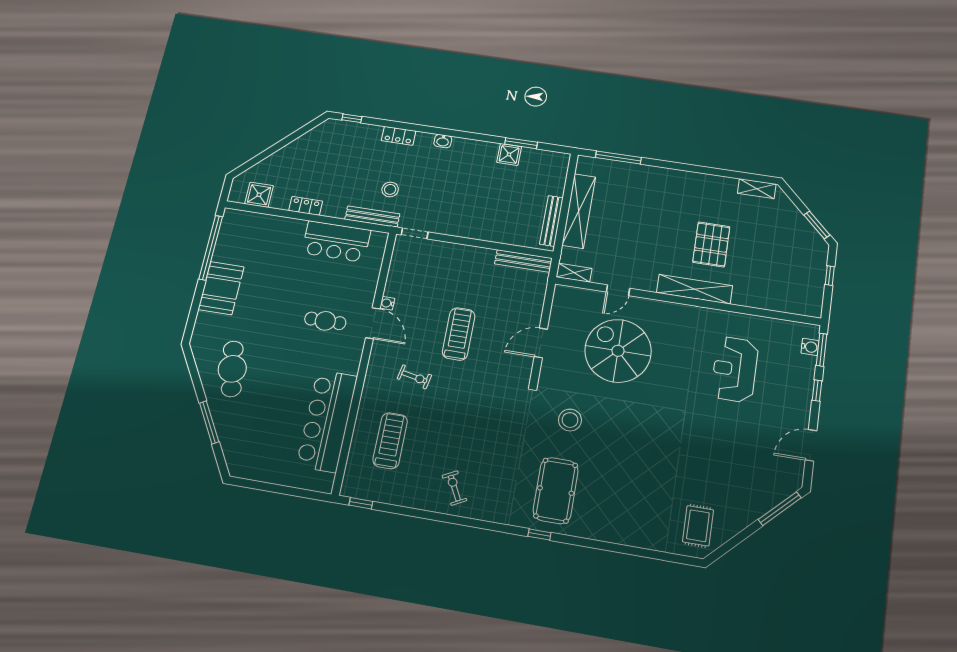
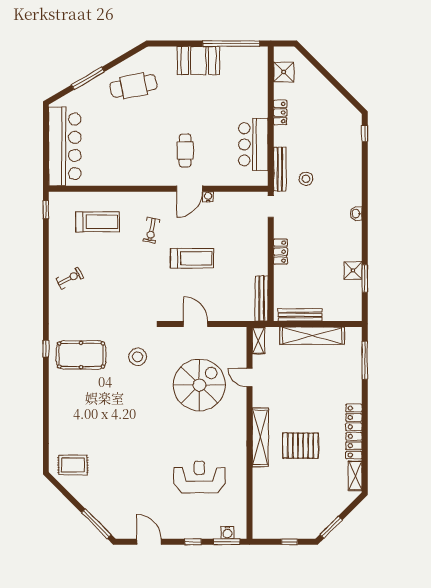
locker: (399, 136) -> (280, 252), moved, turned 180
locker: (703, 182) -> (354, 432), added
bar counter: (327, 421) -> (65, 146), moved, turned 90

